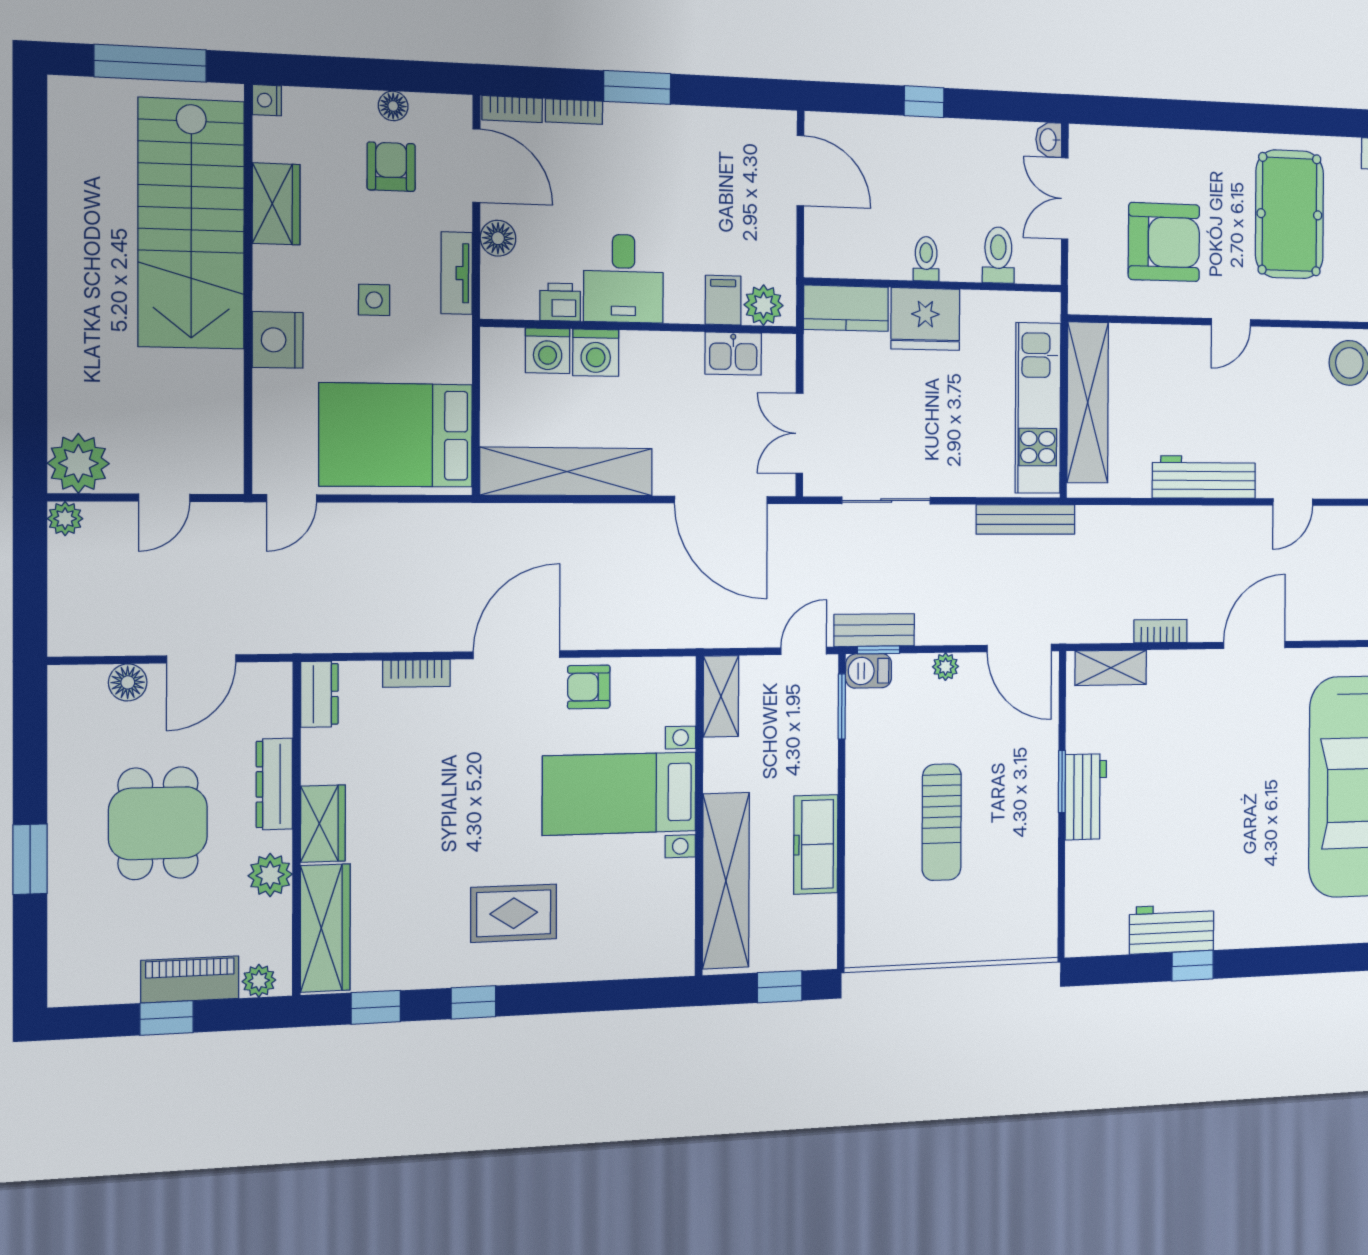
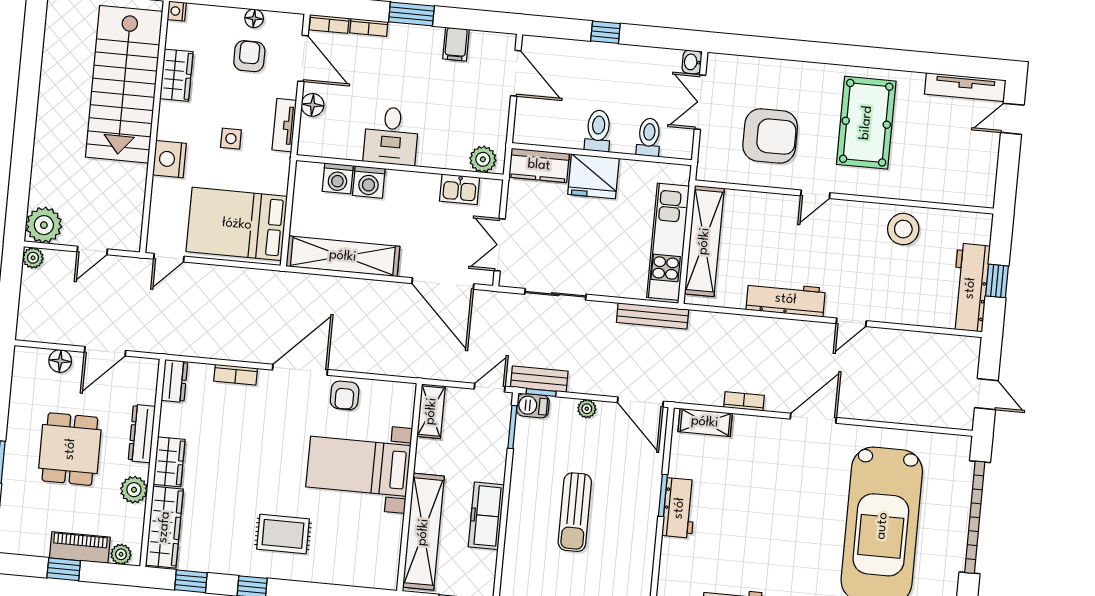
toilet: (926, 259) -> (598, 131), width x1.37, depth x1.39
filing cabinet: (723, 300) -> (456, 44), moved, turned 180
printer: (560, 302) -> (349, 148), removed
armchair: (589, 687) -> (345, 395), turned -90

